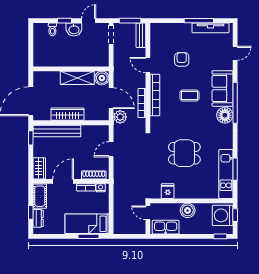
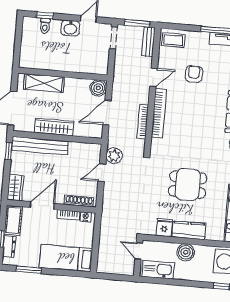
window: (65, 21) -> (45, 15), moved
door: (148, 65) -> (154, 77), swing flipped
shelving: (77, 78) -> (44, 83), moved
coffee table: (189, 95) -> (173, 40), moved
door: (111, 98) -> (107, 113), swing flipped
plant: (120, 117) -> (114, 156), moved
kitchen counter: (189, 192) -> (189, 230), added
window: (89, 236) -> (29, 270), moved

